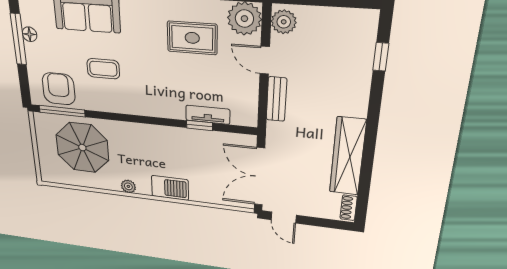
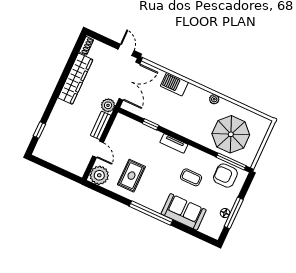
plant: (284, 22) -> (108, 105), moved
rug: (192, 38) -> (131, 176), turned 90
armchair: (59, 89) -> (225, 176), turned 90
tv unit: (208, 115) -> (174, 143), moved
barbecue: (170, 188) -> (174, 84), moved

